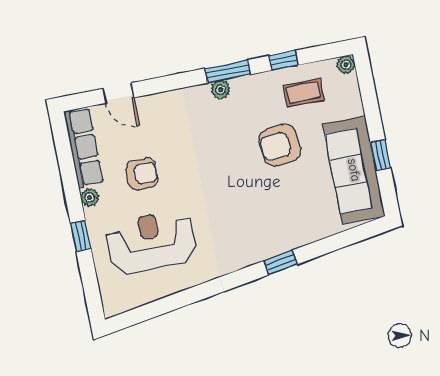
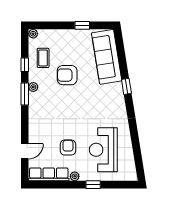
plant: (221, 90) -> (33, 87), moved
armchair: (280, 145) -> (67, 75), turned 96
sofa: (354, 170) -> (107, 57), moved, turned 81

